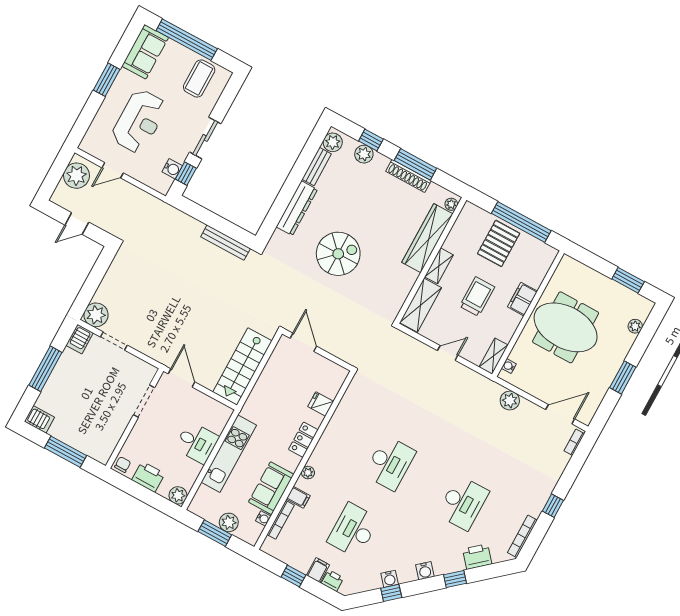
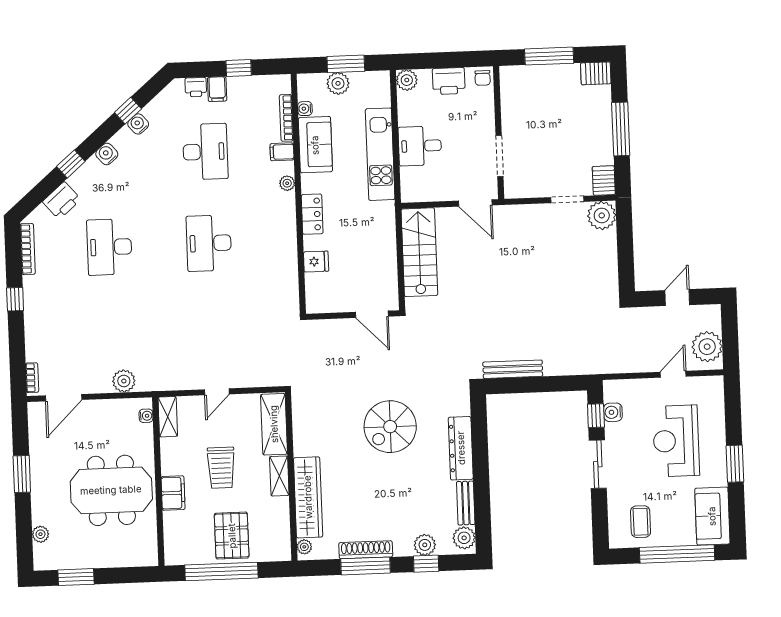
coffee table: (199, 78) -> (641, 522), width x0.73, depth x0.77

